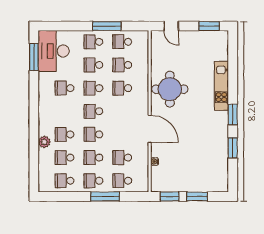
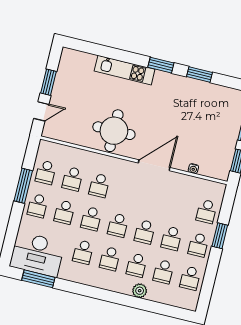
window: (209, 26) -> (48, 82), moved
school desk: (122, 158) -> (110, 259), moved
window: (105, 196) -> (220, 236), width x0.69

